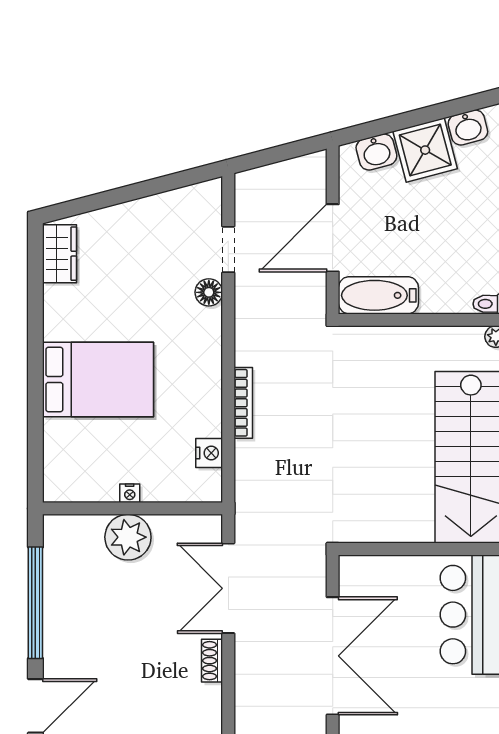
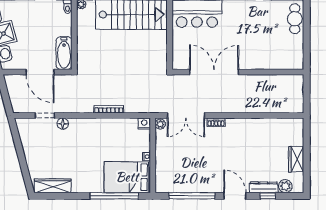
wardrobe: (60, 254) -> (53, 186), width x1.50
bed: (98, 380) -> (127, 177), moved, turned -90
window: (35, 416) -> (114, 196), added
nightstand: (209, 453) -> (144, 124), moved
plant: (128, 537) -> (160, 124), moved, width x0.53, depth x0.53

